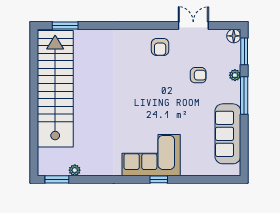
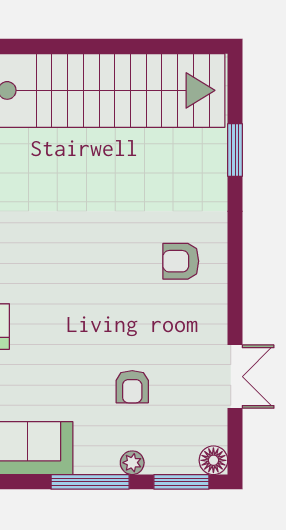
window: (65, 26) -> (235, 150), moved
armchair: (160, 47) -> (181, 261), moved

